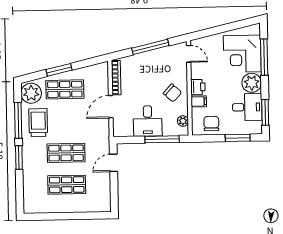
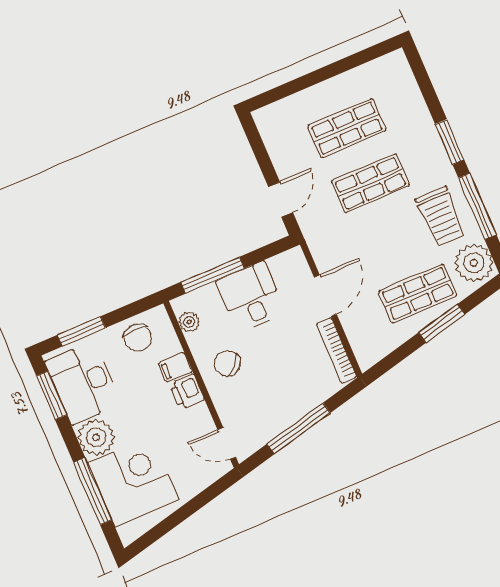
desk: (247, 107) -> (83, 383), width x1.37

